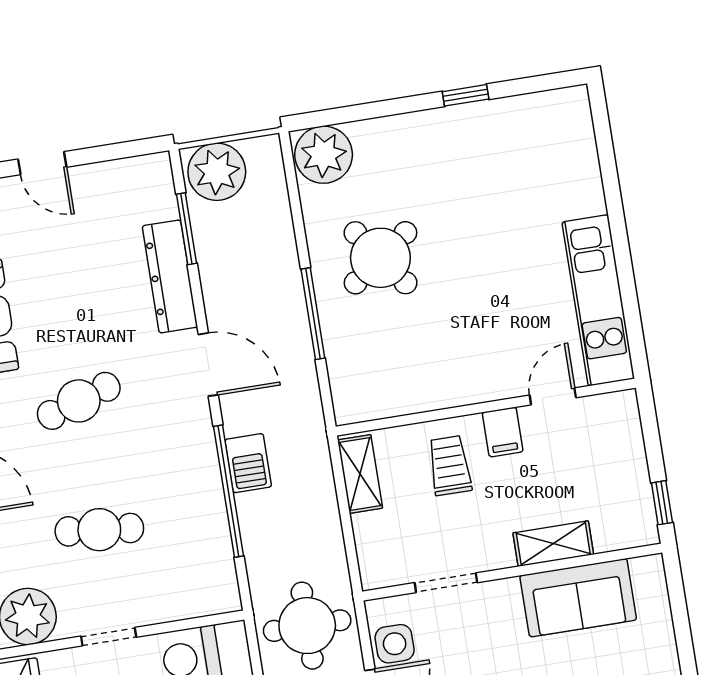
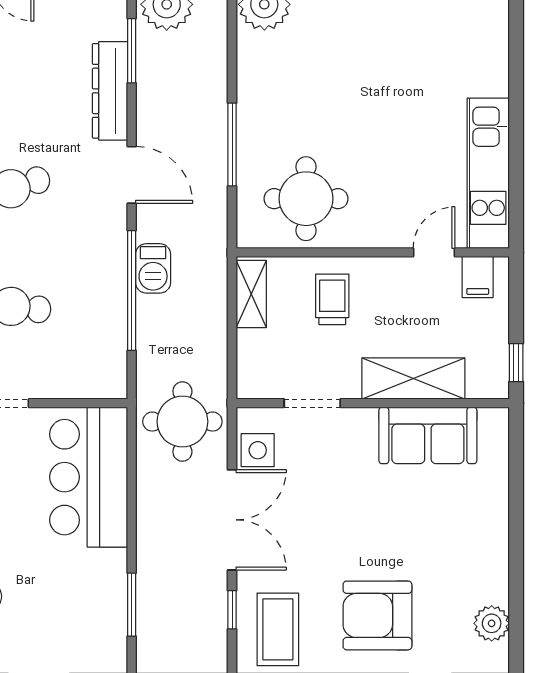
round table: (380, 258) -> (306, 199), moved, turned 36
filing cabinet: (503, 432) -> (478, 277), moved
shelving: (553, 544) -> (413, 378), width x1.50, depth x1.33

